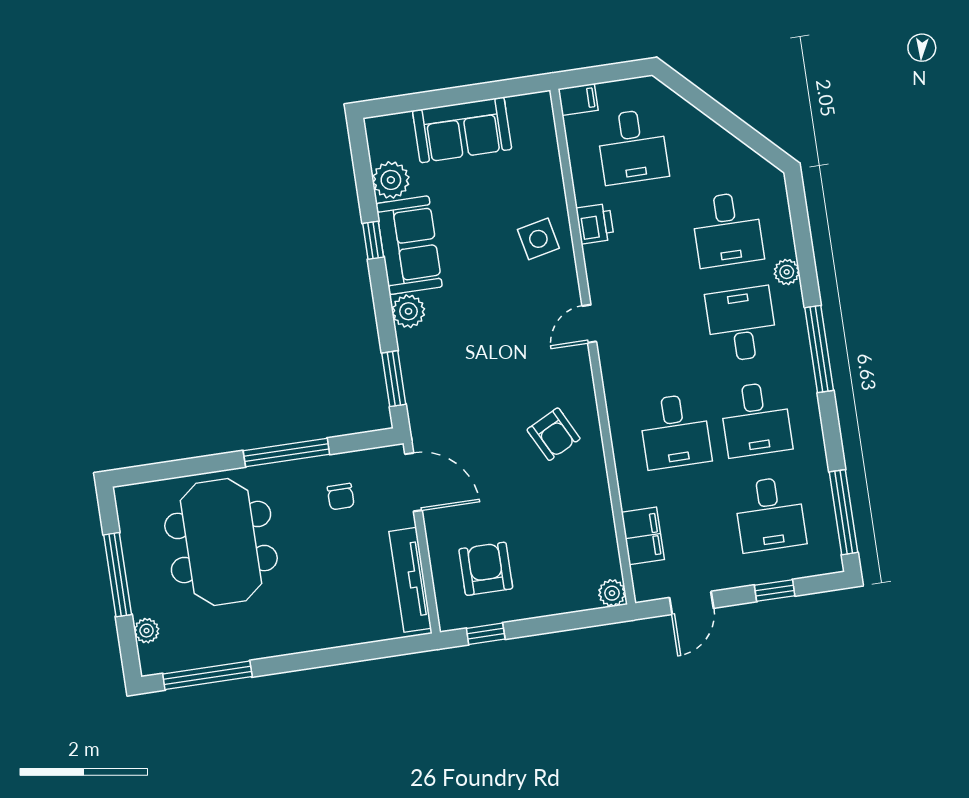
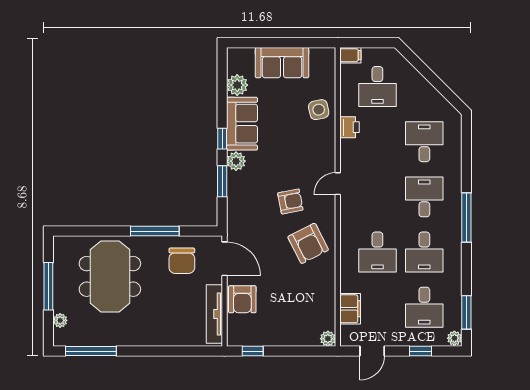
desk: (727, 229) -> (424, 142), turned 180
side table: (538, 239) -> (319, 110), moved
window: (373, 240) -> (222, 139), moved
plant: (787, 272) -> (454, 338), moved
armchair: (512, 367) -> (290, 201), added
window: (394, 379) -> (222, 181), moved
armchair: (554, 434) -> (308, 243), width x1.38, depth x1.38
chair: (341, 497) -> (182, 261), width x1.87, depth x1.87
window: (844, 512) -> (466, 312), width x0.69
armchair: (486, 569) -> (242, 299), moved, turned 180

